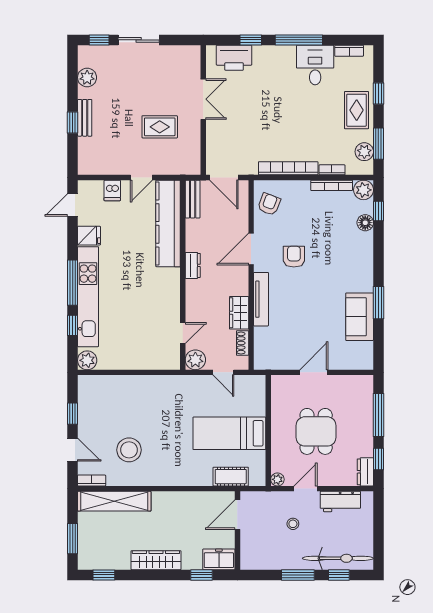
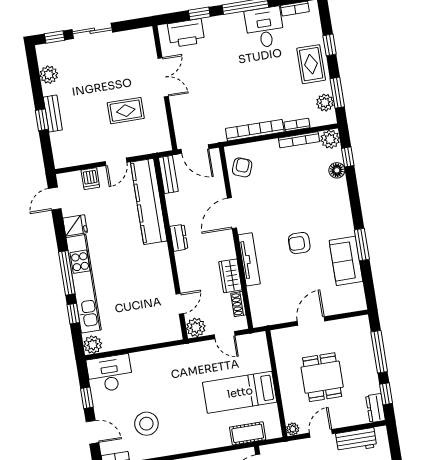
armchair: (294, 257) -> (299, 243), moved, turned -90
desk: (100, 392) -> (110, 373), added

